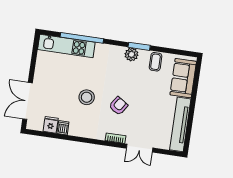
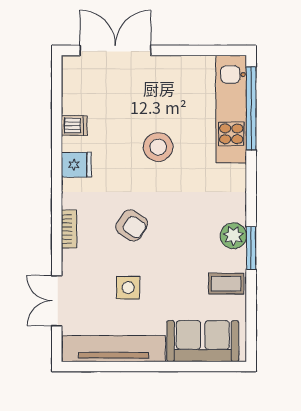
window: (82, 38) -> (251, 108), moved
stool: (87, 97) -> (158, 147), moved
side table: (150, 112) -> (128, 288), added
fridge: (51, 125) -> (76, 165), moved
double door: (140, 148) -> (57, 301), moved

